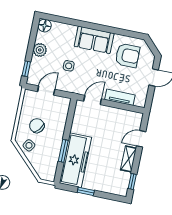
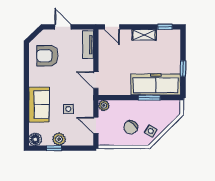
sofa: (94, 40) -> (39, 105), moved
armchair: (127, 55) -> (47, 56), turned -90
window: (26, 69) -> (54, 148), moved
tv unit: (120, 97) -> (88, 45), moved
plant: (65, 103) -> (104, 106), added
door: (141, 139) -> (112, 27), moved

